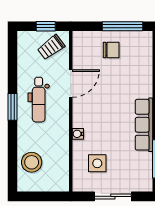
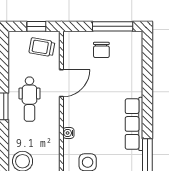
trolley: (51, 47) -> (42, 47), turned 47
chair: (111, 50) -> (101, 50), turned 90

